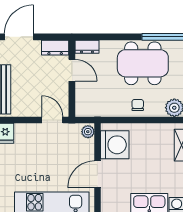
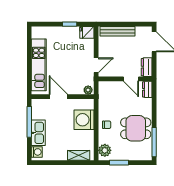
dining table: (143, 63) -> (136, 128), width x0.73
door: (72, 70) -> (131, 79), hinge flipped
washing machine: (115, 145) -> (84, 120), moved, turned 90

